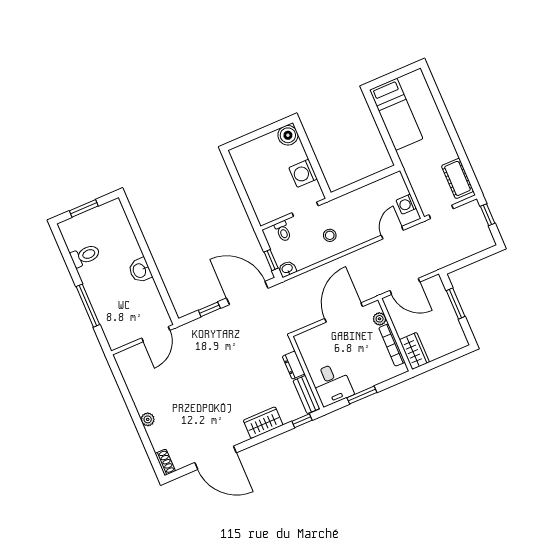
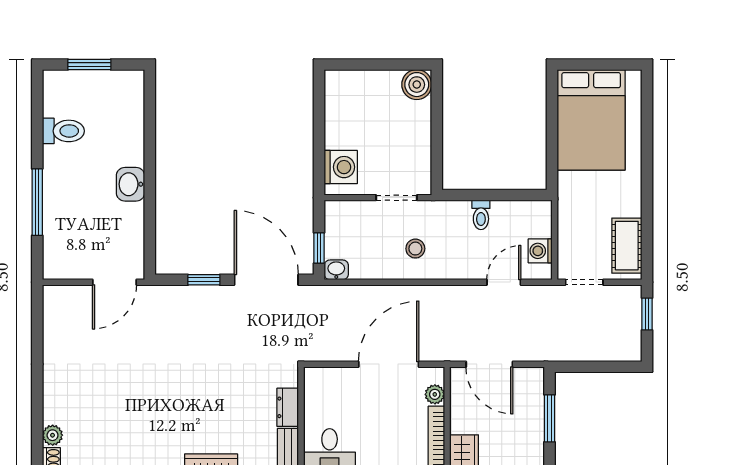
bed: (396, 114) -> (591, 120), width x1.50
washing machine: (303, 173) -> (341, 167), moved, turned 180
toilet: (283, 231) -> (481, 215), moved
plant: (148, 419) -> (53, 435), moved

